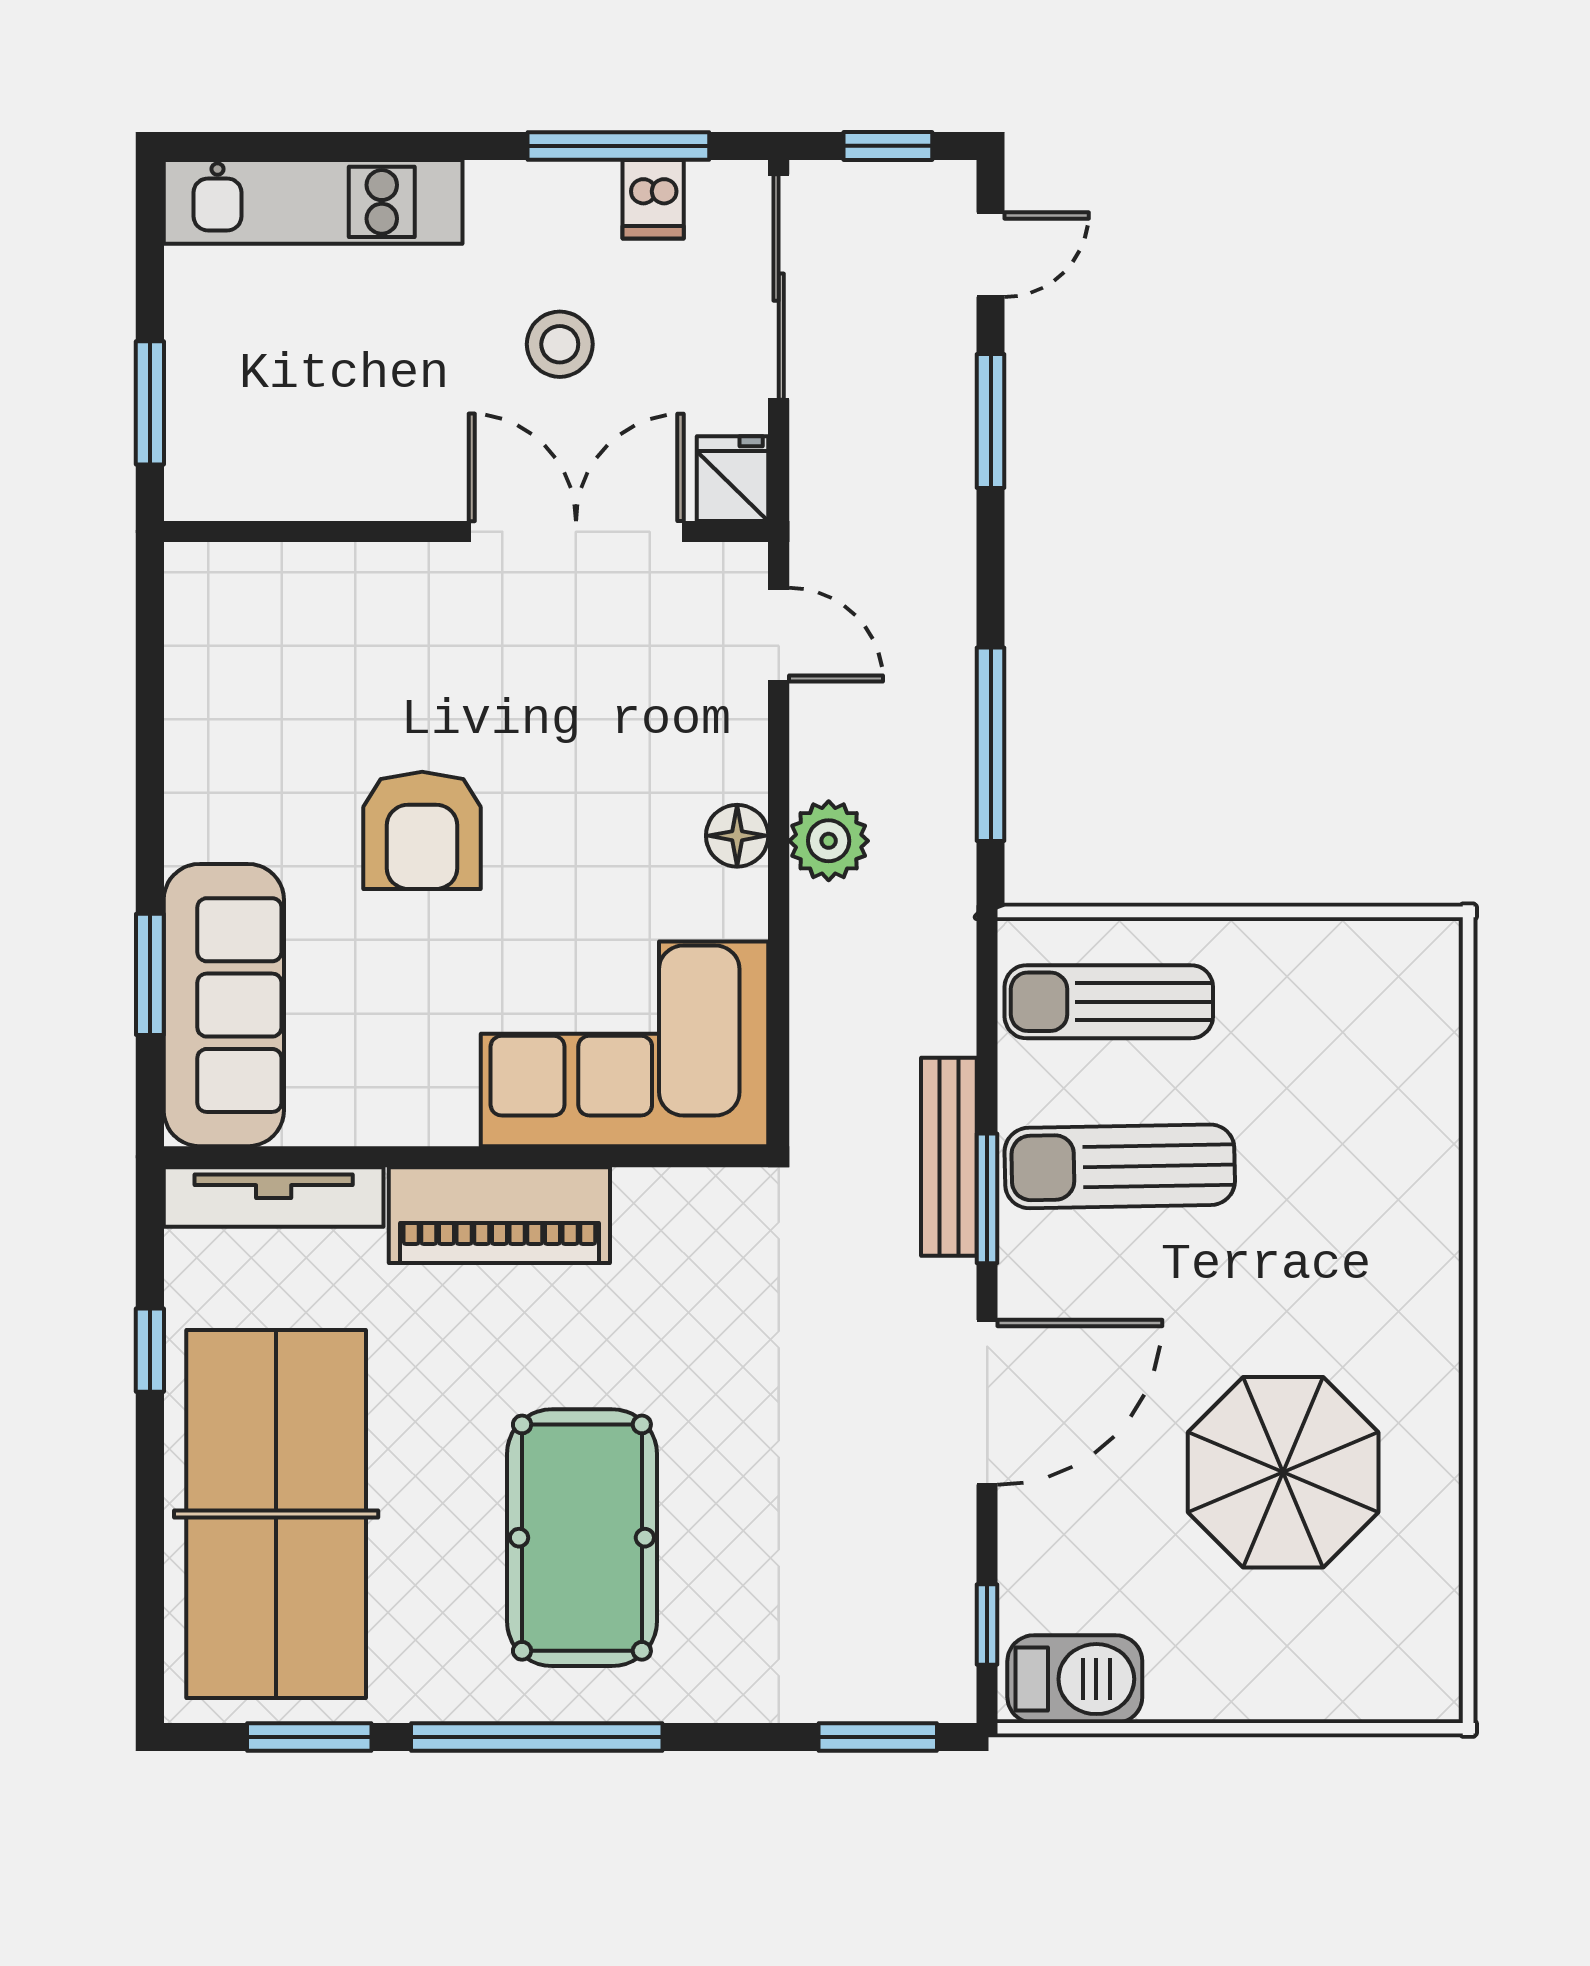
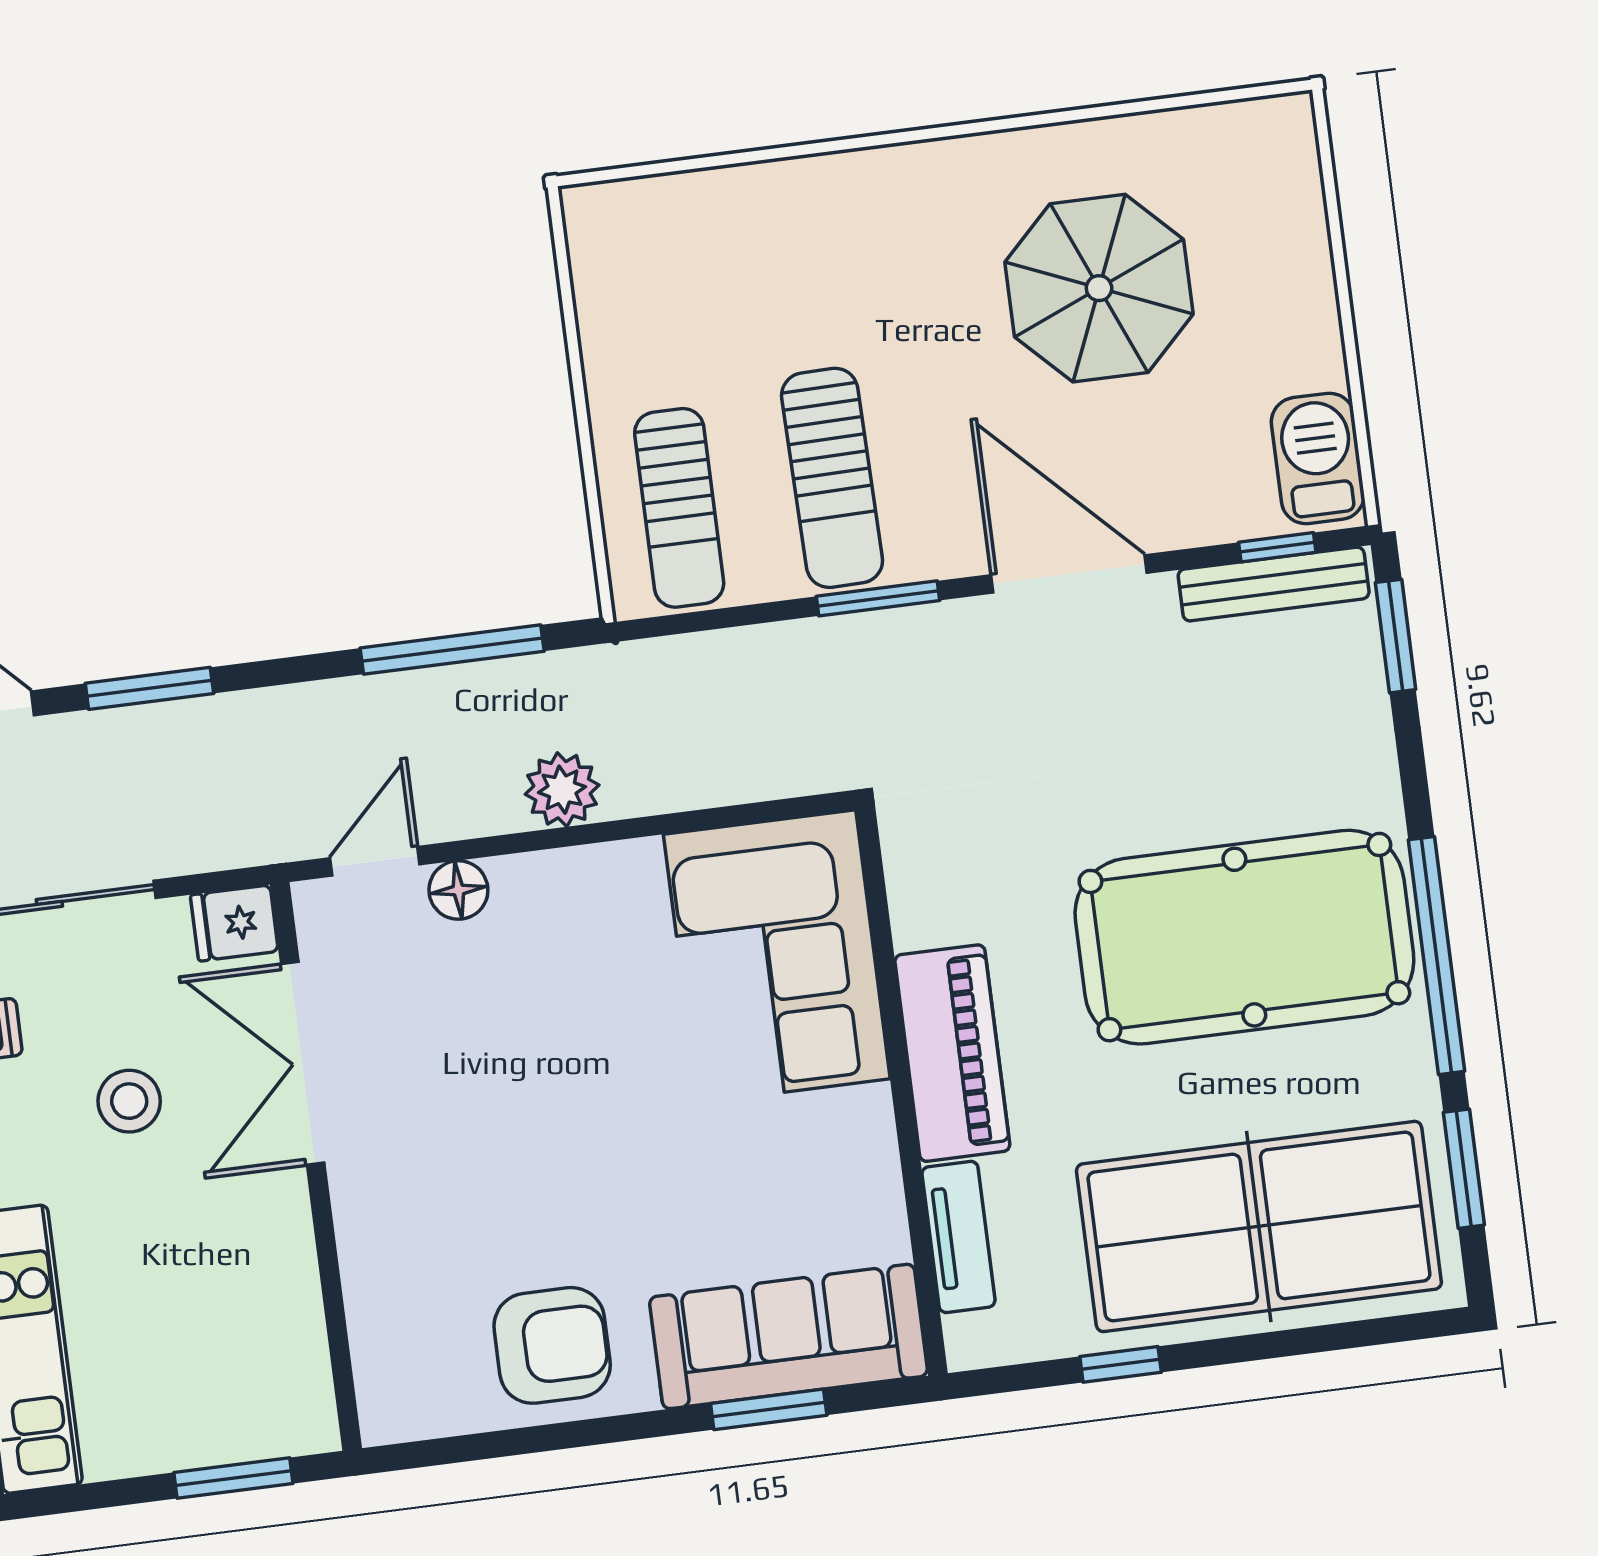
armchair: (422, 830) -> (552, 1345), moved
floor lamp: (737, 836) -> (458, 890), moved
bench: (949, 1157) -> (1274, 584), moved
tv unit: (274, 1197) -> (958, 1237), width x0.71
pool table: (582, 1538) -> (1244, 937), width x1.36, depth x1.32

